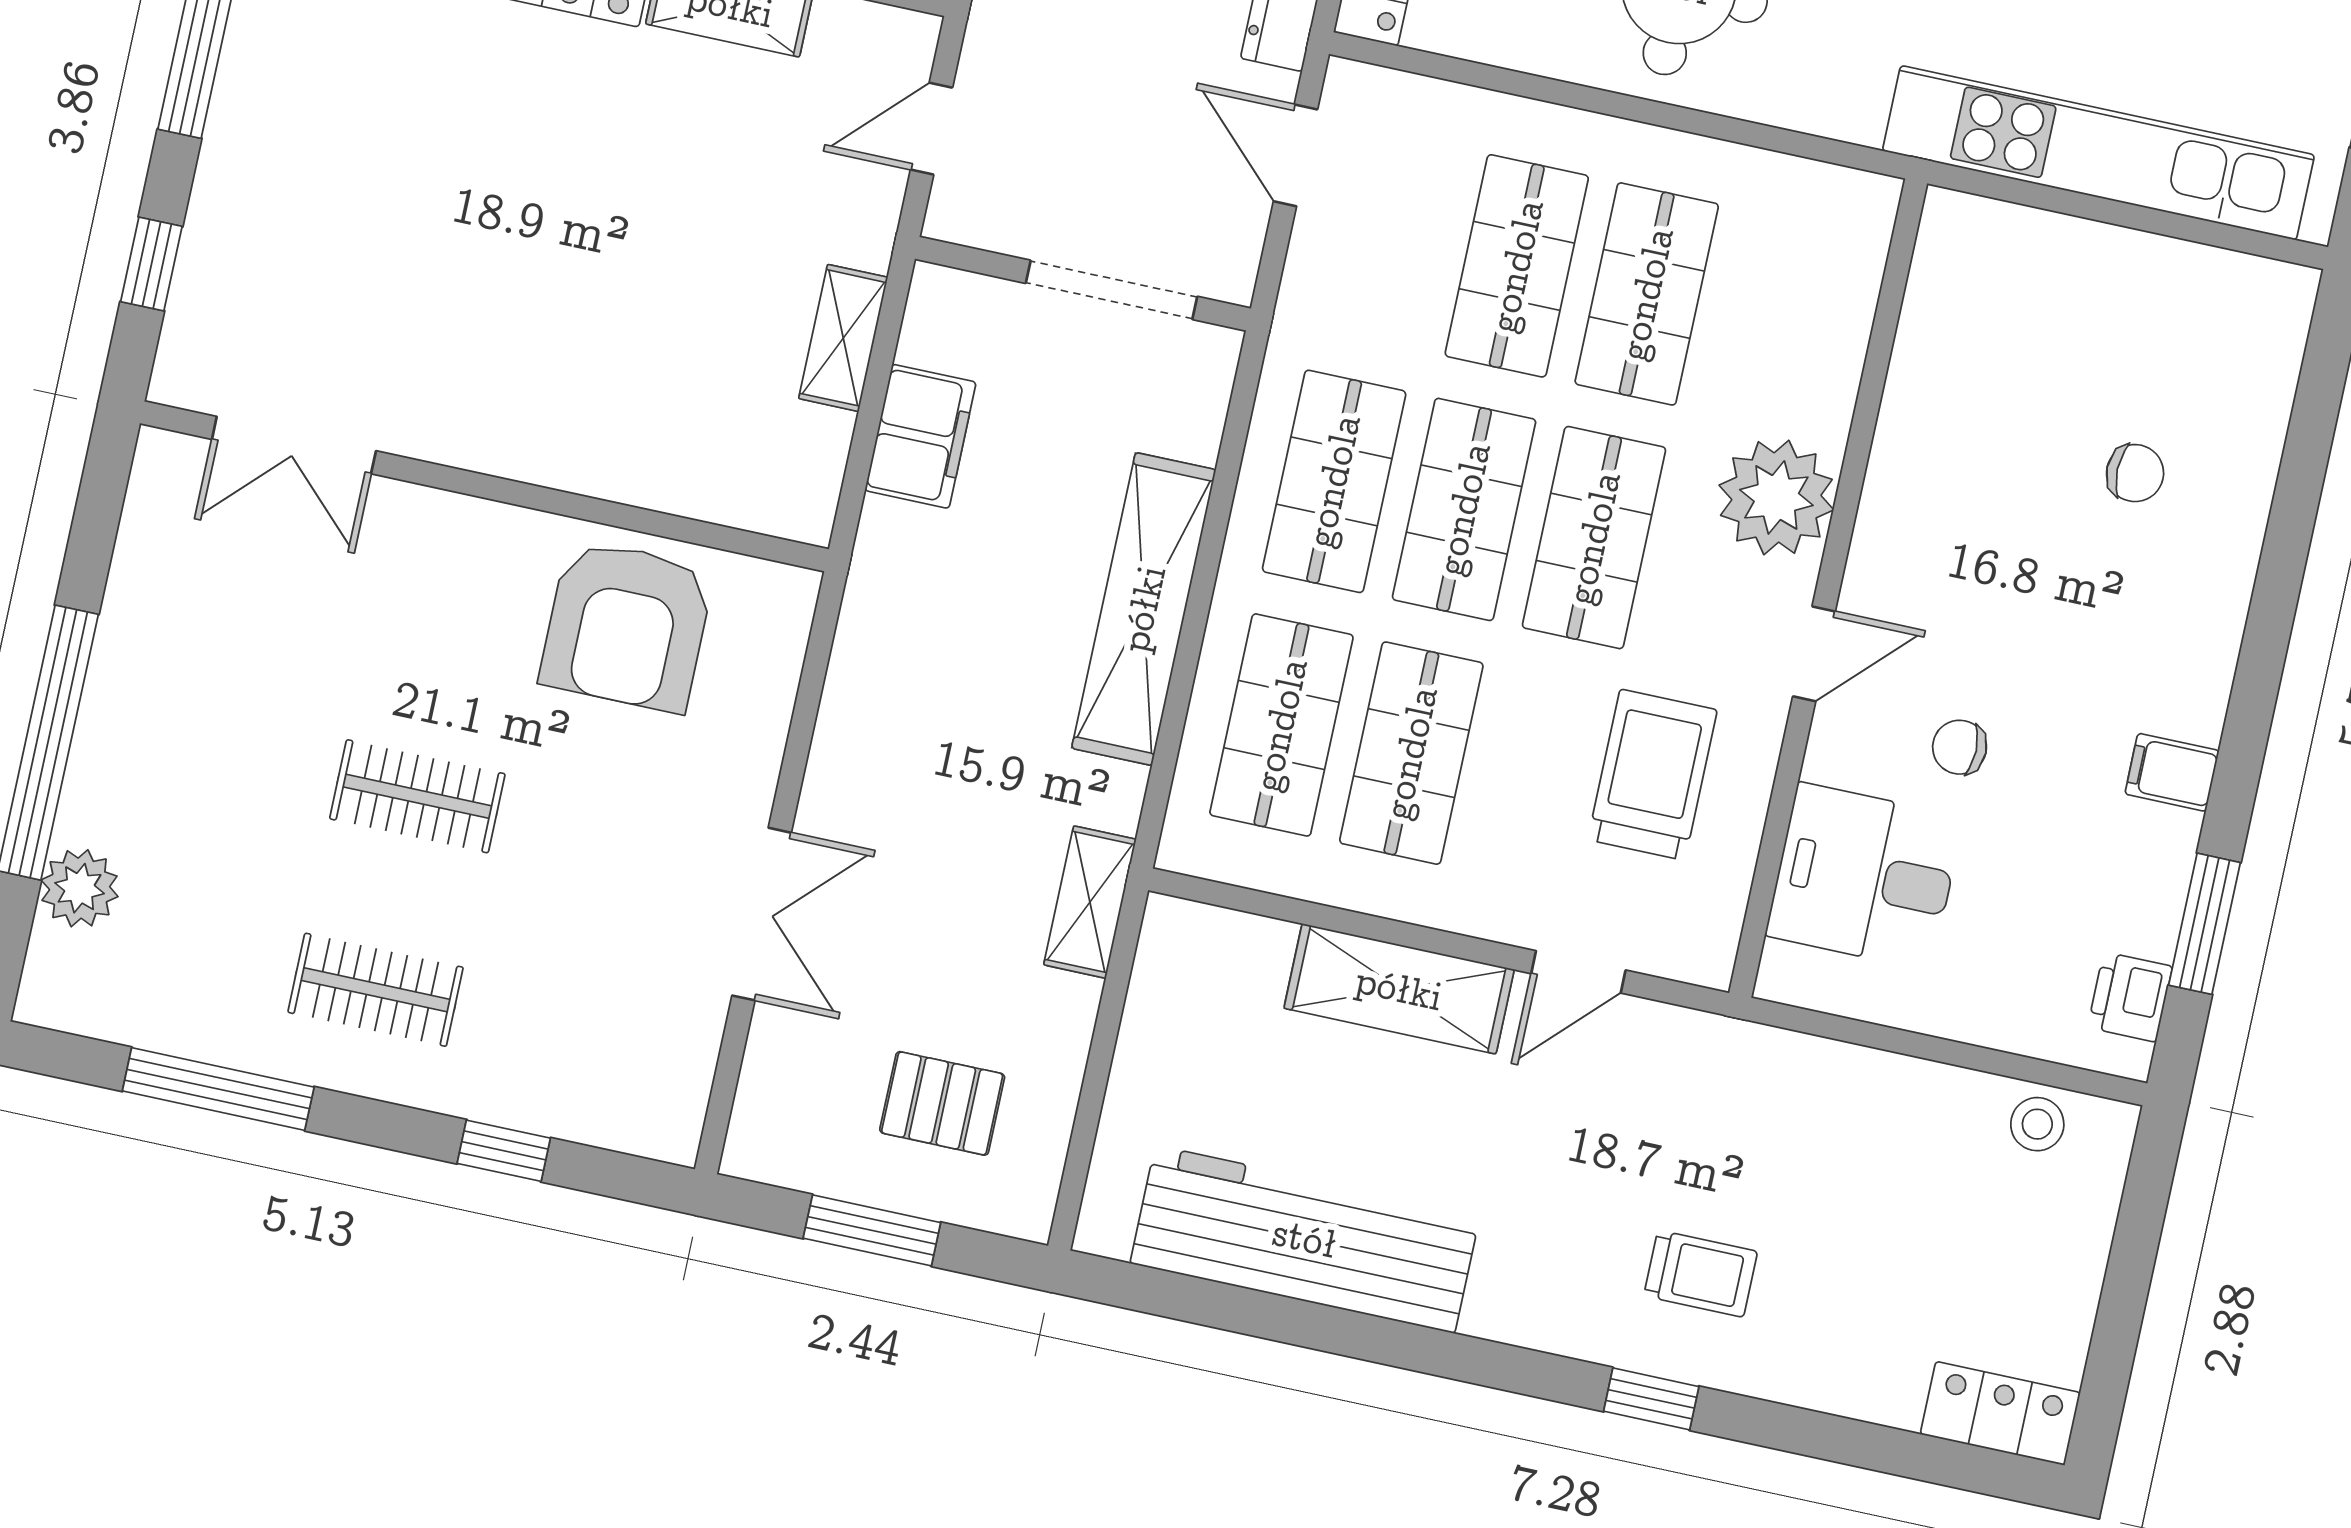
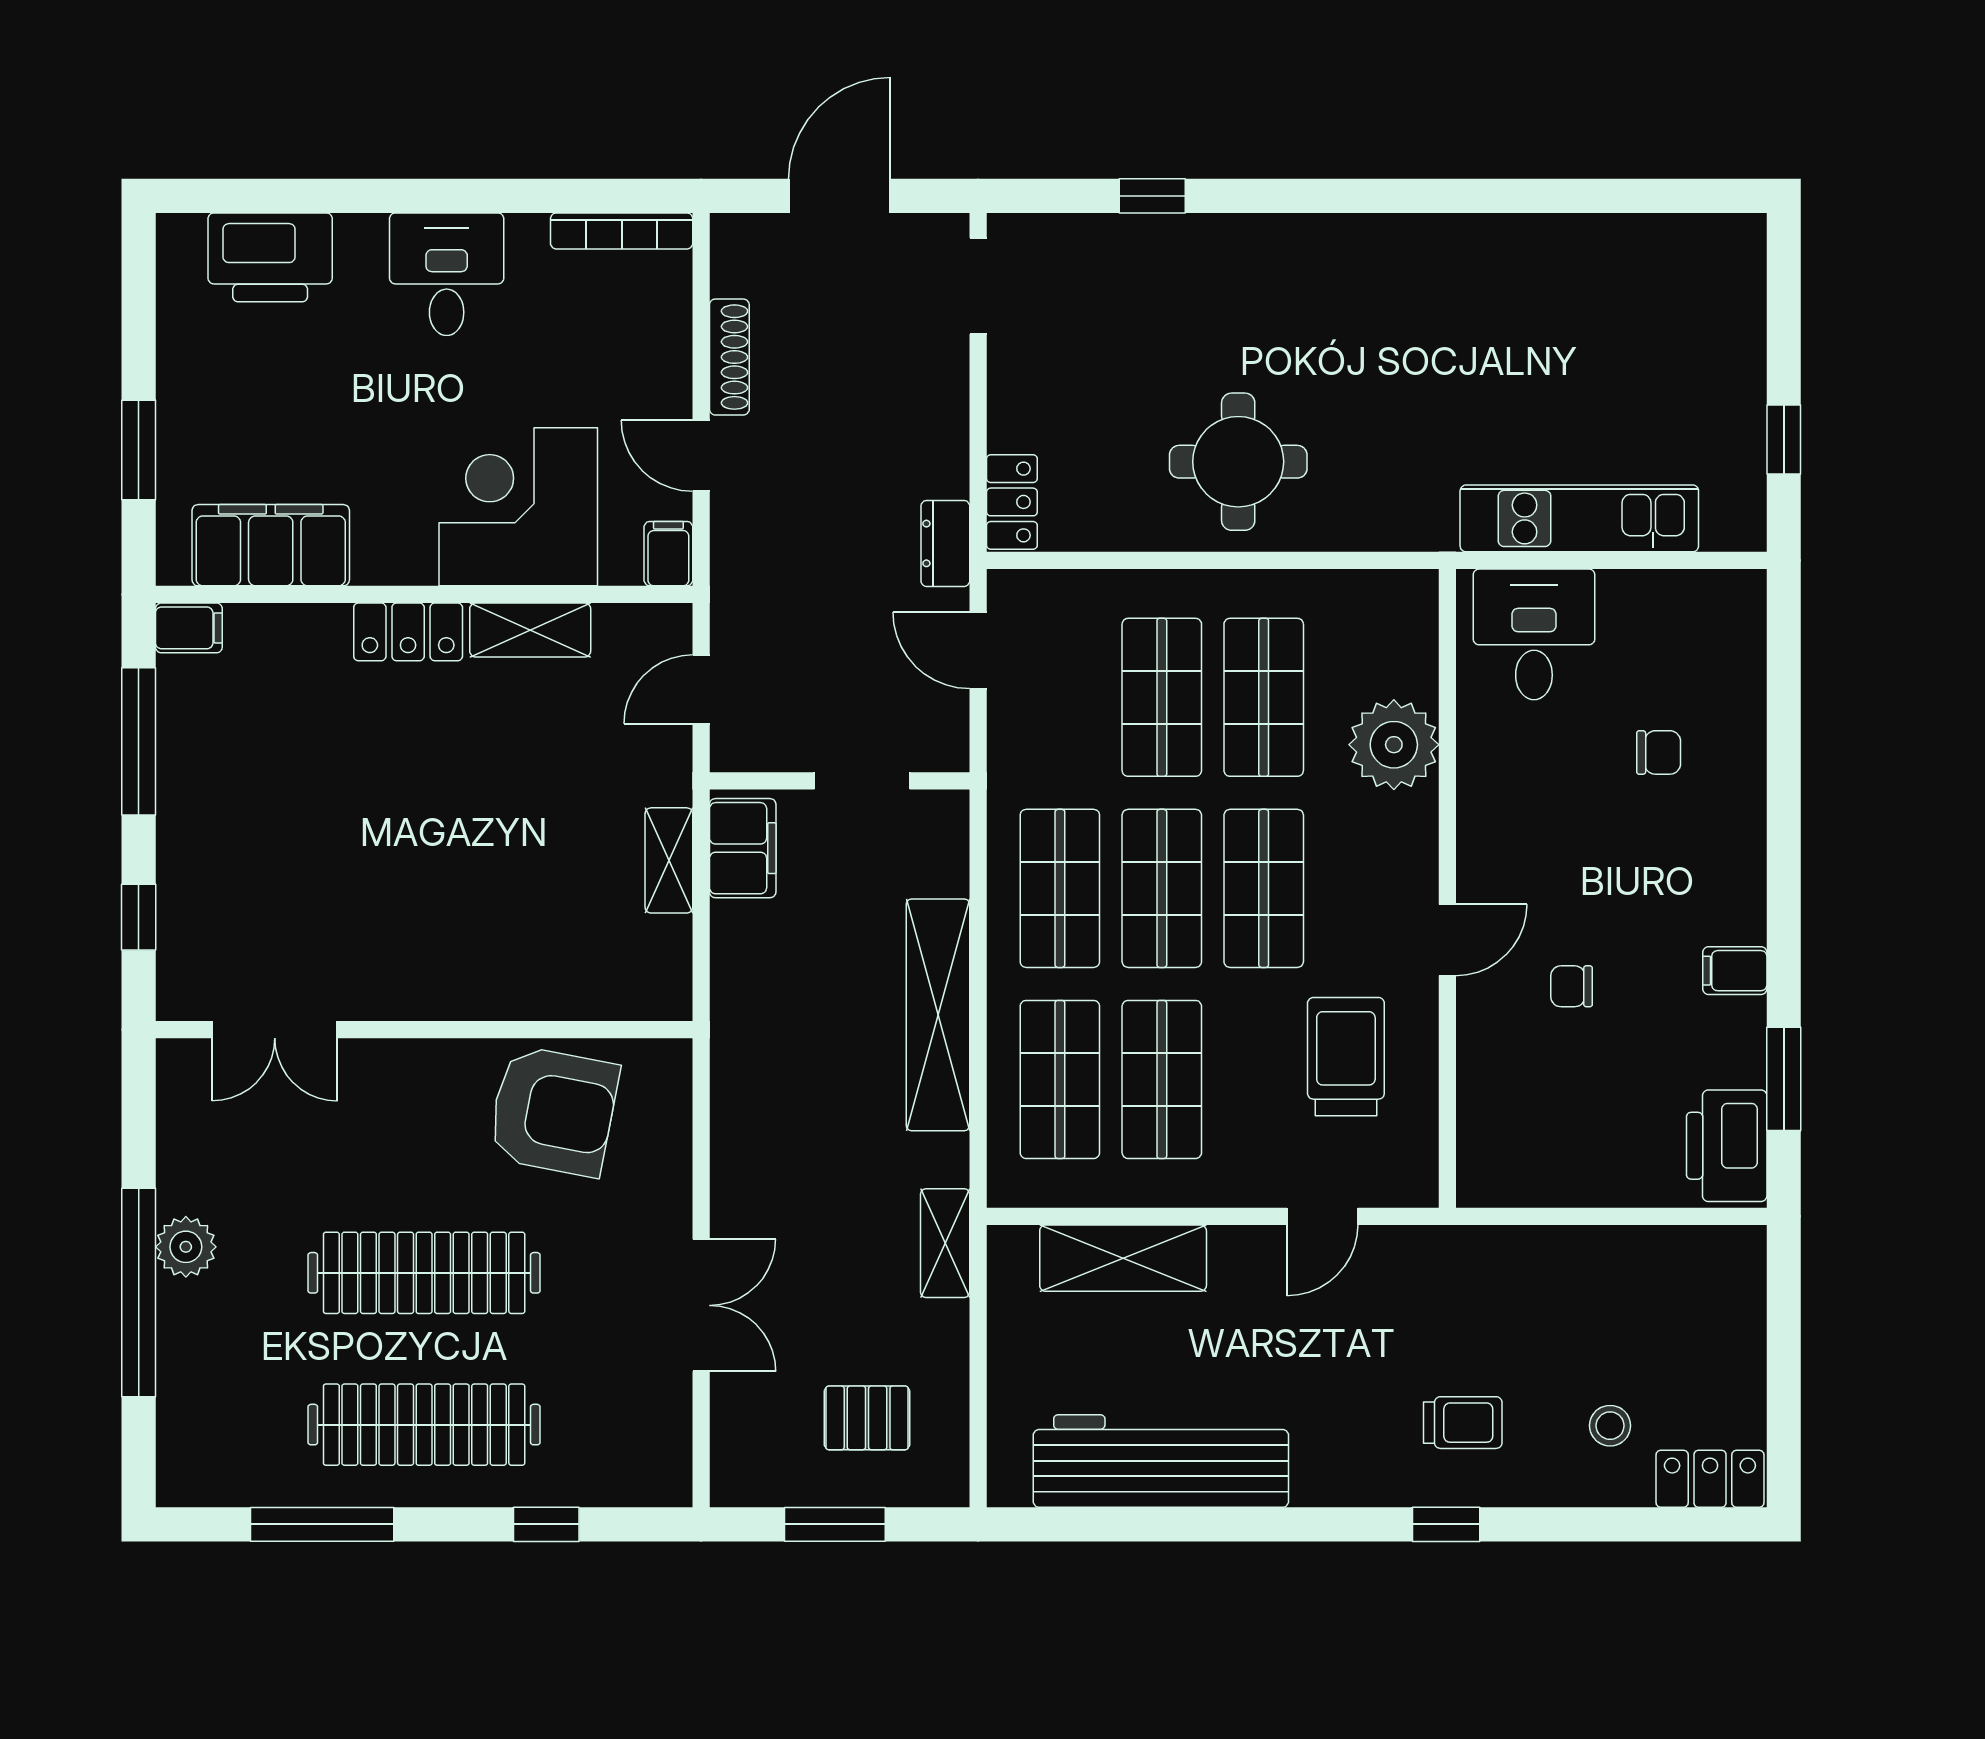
kitchen unit: (2098, 153) -> (1579, 518), width x0.73
doorway: (1111, 290) -> (862, 781), width x0.73
filing cabinet: (920, 436) -> (743, 848), moved
plant: (1776, 497) -> (1394, 745), moved
armchair: (627, 626) -> (553, 1111), turned -79
clothes rail: (417, 796) -> (424, 1273), width x1.86, depth x1.31
desk: (1865, 876) -> (1534, 634), moved, turned 90
plant: (80, 888) -> (186, 1247), moved
shelving: (1399, 989) -> (1123, 1258), moved
clothes rail: (376, 990) -> (424, 1425), width x1.86, depth x1.31
printer: (2130, 997) -> (1727, 1146), width x1.87, depth x1.48
stool: (2037, 1124) -> (1610, 1426), moved

